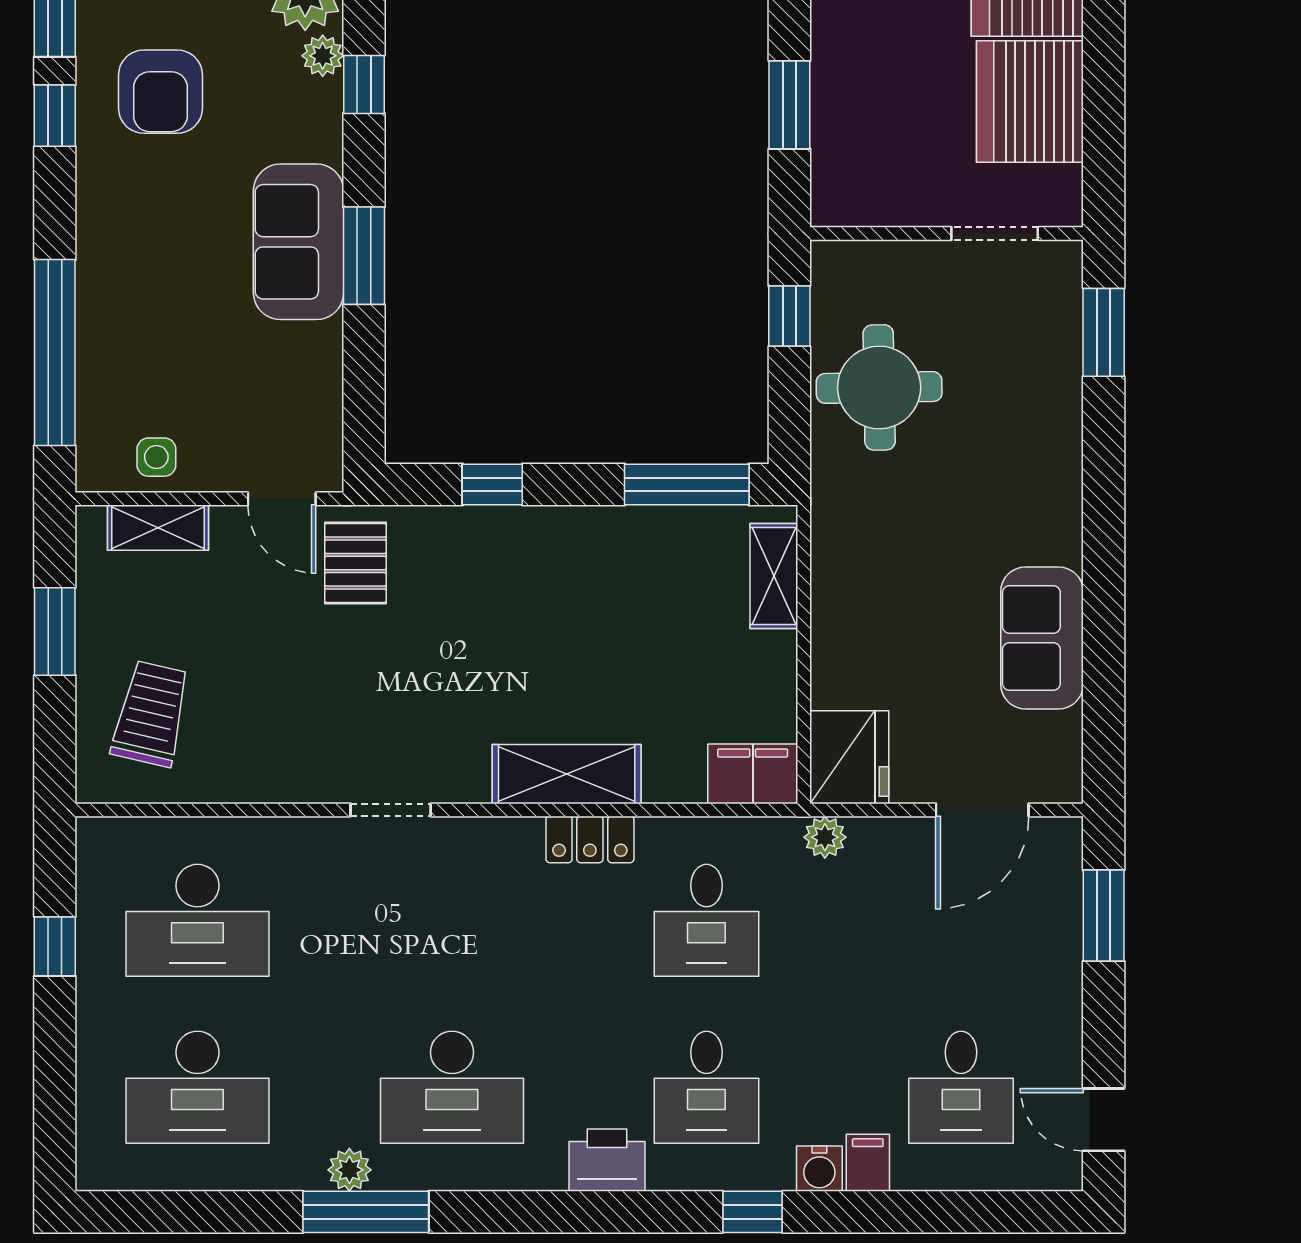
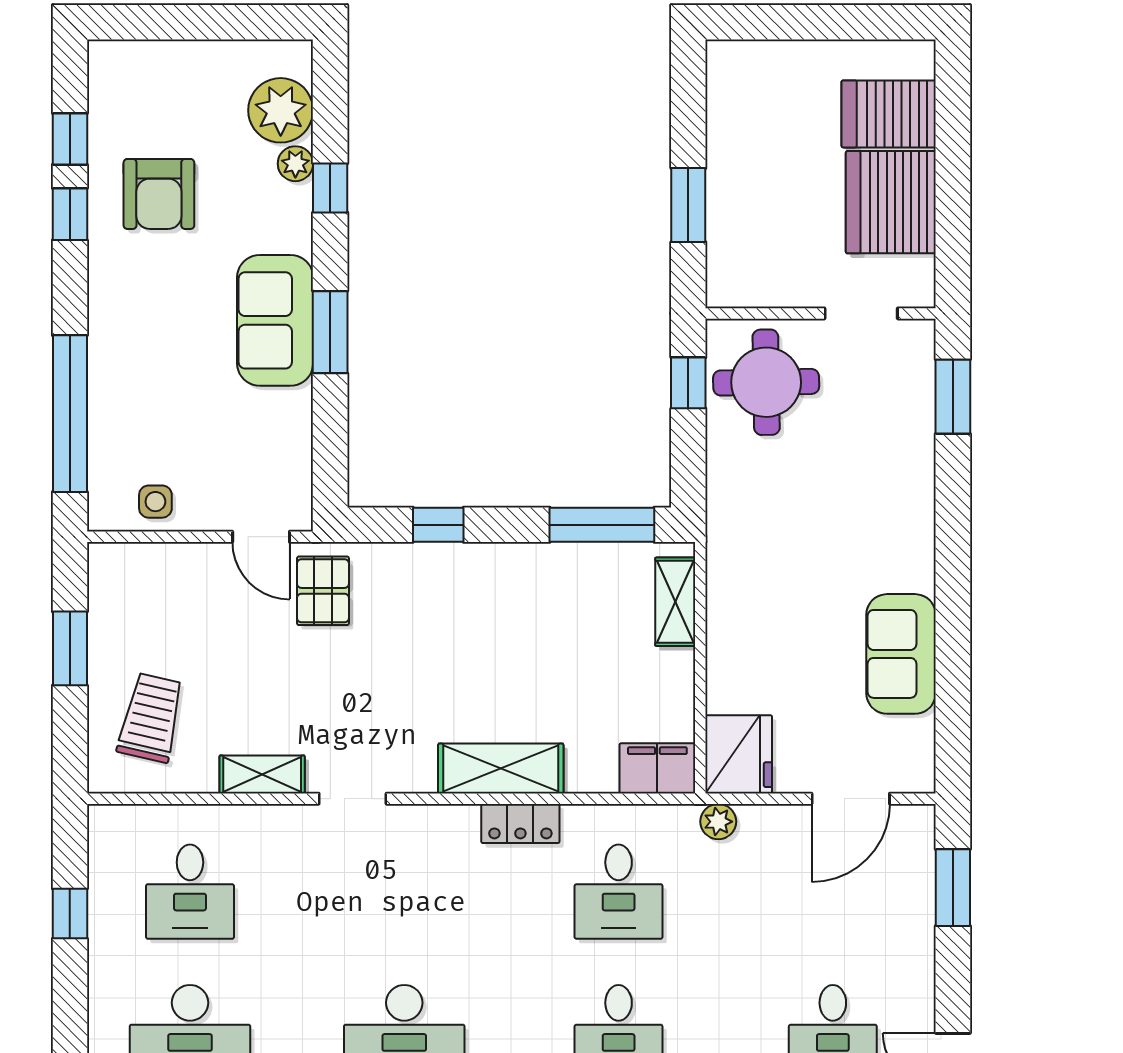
round table: (879, 387) -> (766, 382), moved
shelving: (158, 528) -> (262, 774), moved
desk: (197, 920) -> (190, 892), width x0.73

